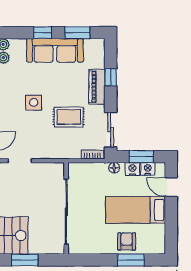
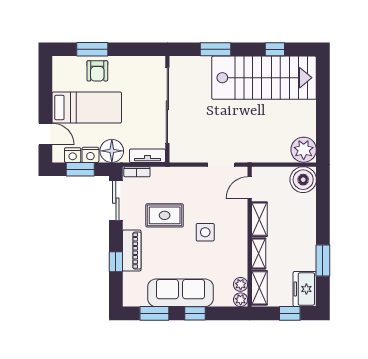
tv unit: (83, 168) -> (147, 156), added
floor lamp: (114, 168) -> (112, 151), width x1.89, depth x1.89

